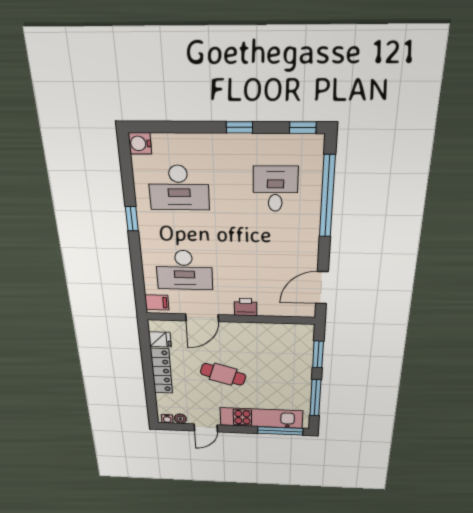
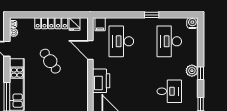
plant: (234, 145) -> (192, 71), added
printer: (246, 307) -> (101, 81), width x1.87, depth x1.48
cafe table: (223, 374) -> (50, 61), turned -52

